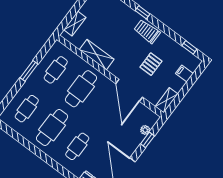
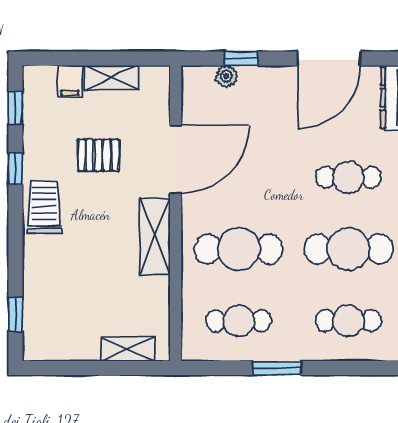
window: (142, 12) -> (15, 169), moved
trolley: (147, 31) -> (44, 207), turned 180
shelving: (97, 55) -> (155, 236), moved
shelving: (167, 100) -> (112, 78), moved

